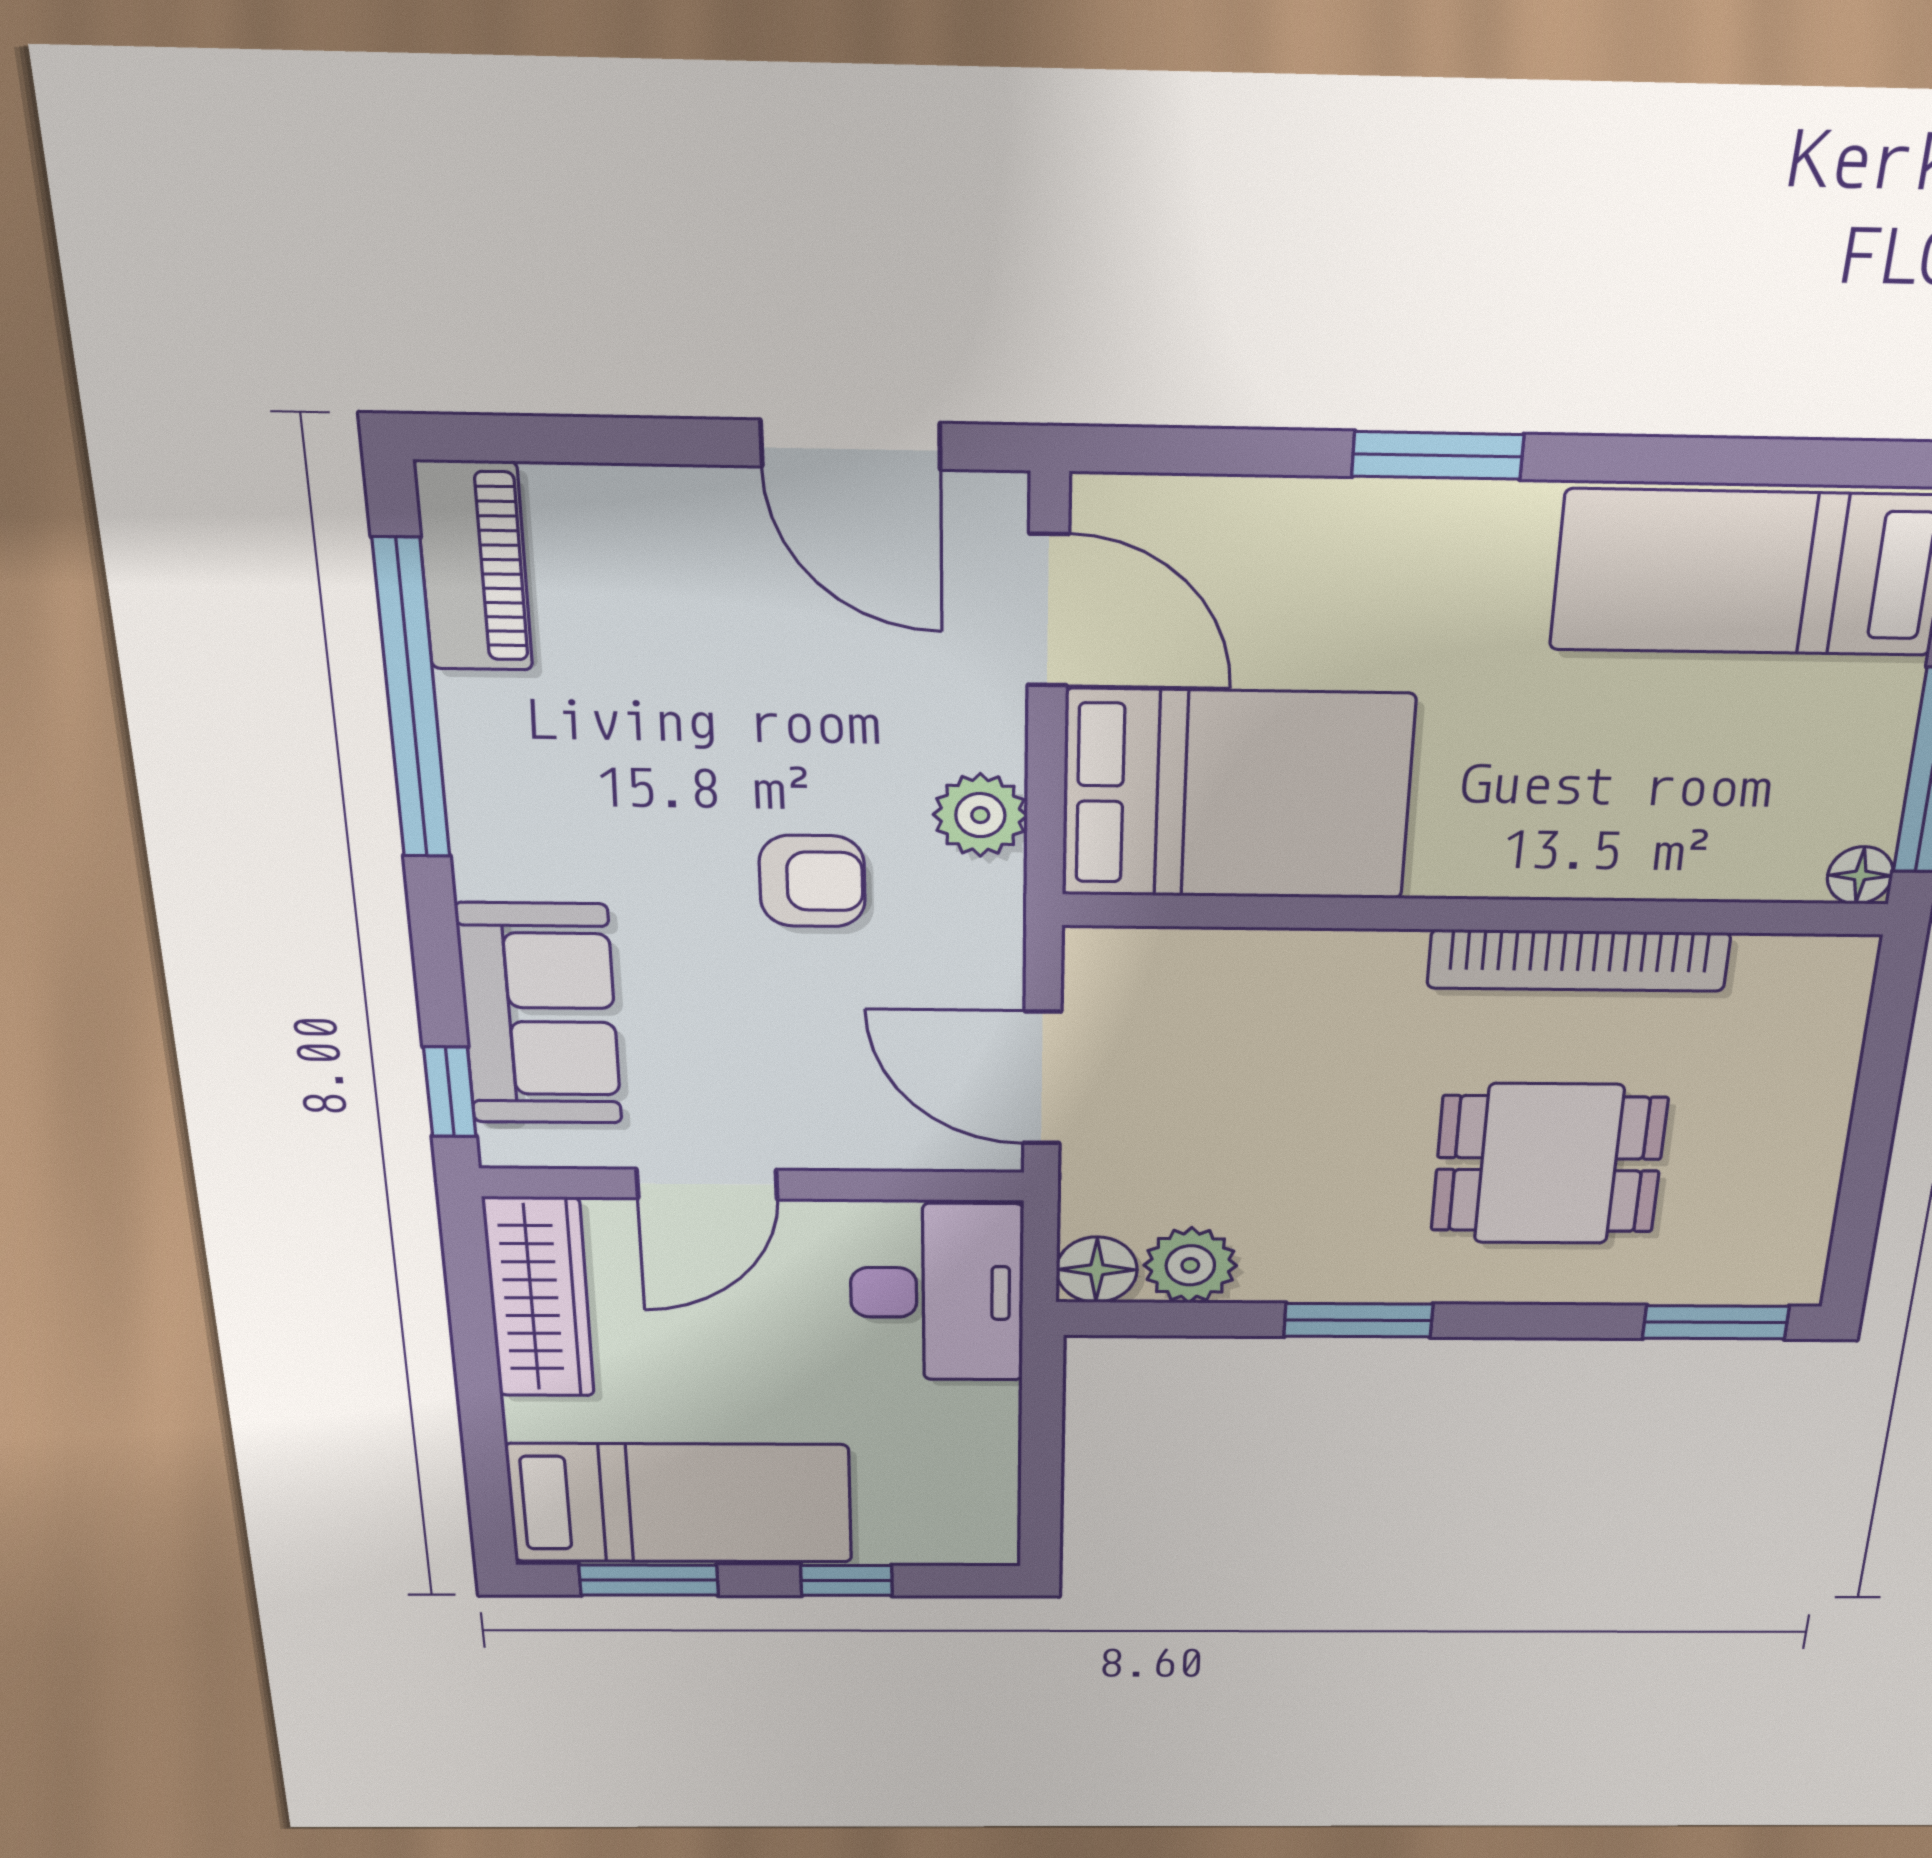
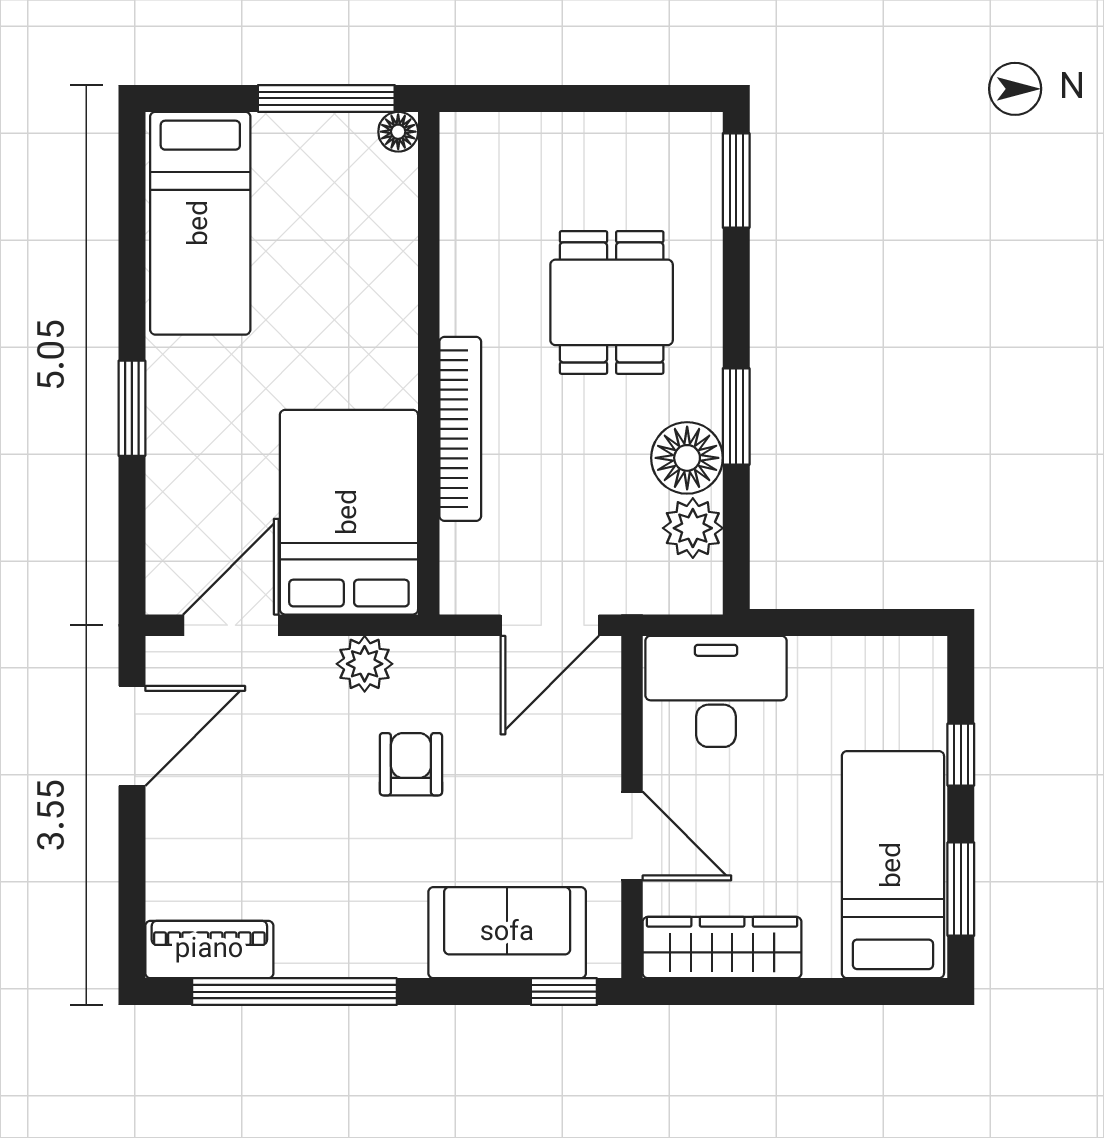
bookcase: (1579, 960) -> (460, 429), moved
floor lamp: (1097, 1270) -> (687, 458), moved, width x1.38, depth x1.38

